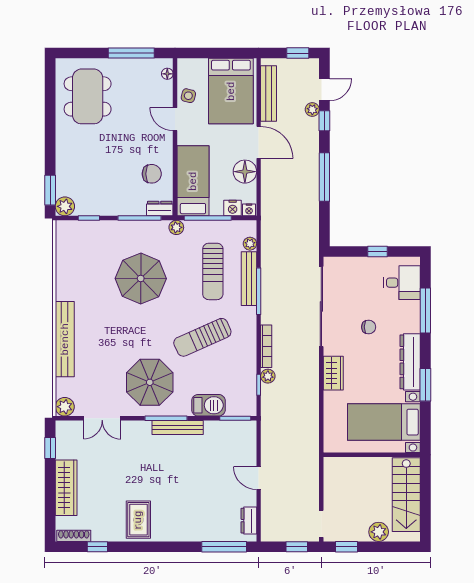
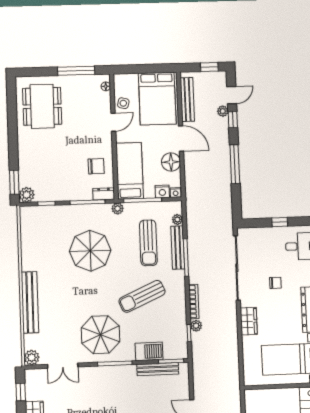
door: (175, 119) -> (113, 122), swing flipped
bench: (178, 427) -> (158, 369), moved

